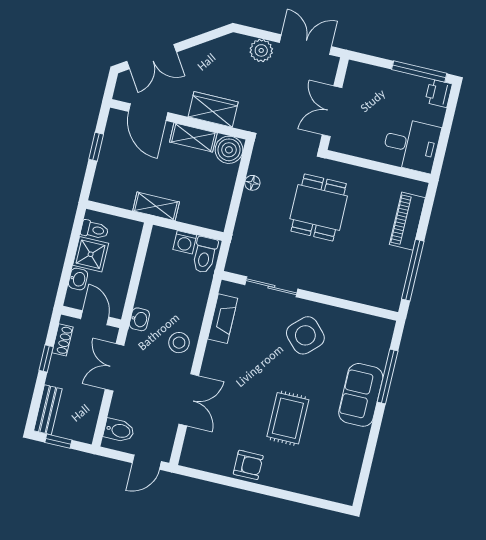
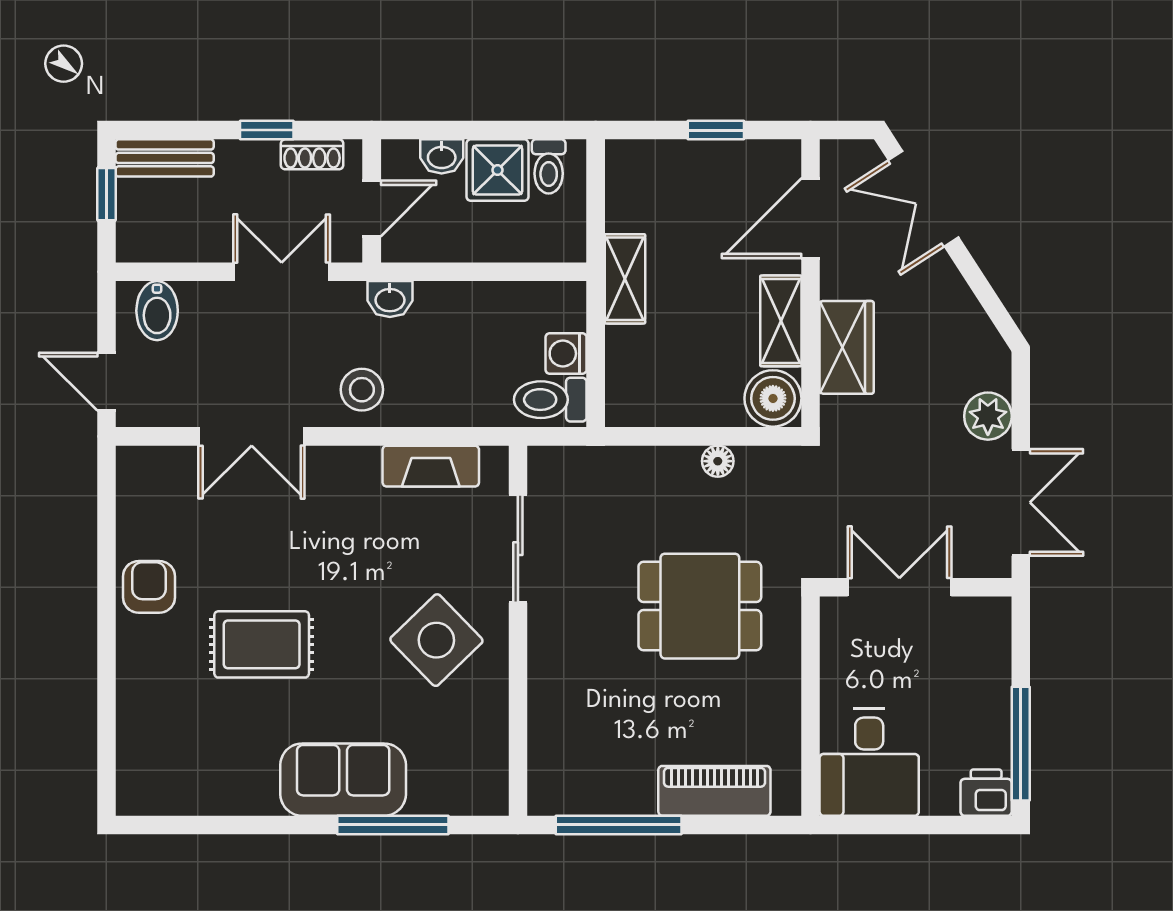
armchair: (248, 465) -> (149, 587), turned 180

